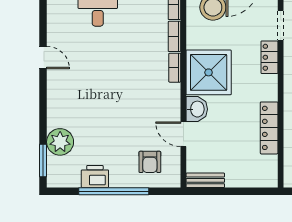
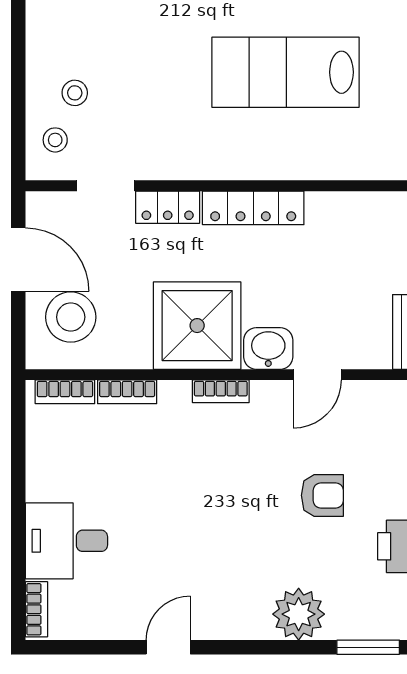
bookcase: (175, 68) -> (221, 391), moved
locker: (269, 128) -> (253, 208), moved
plant: (60, 142) -> (299, 614), moved
armchair: (150, 162) -> (322, 495), moved

